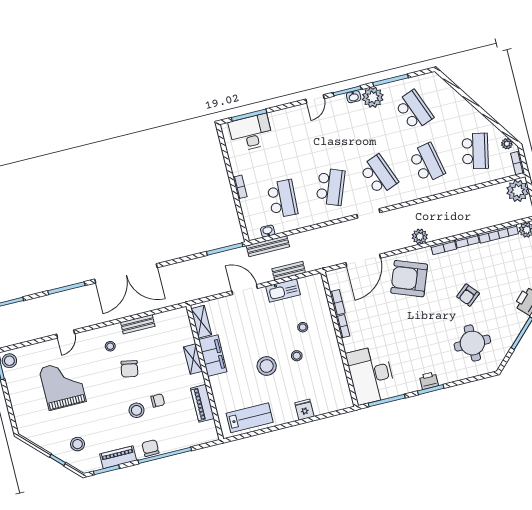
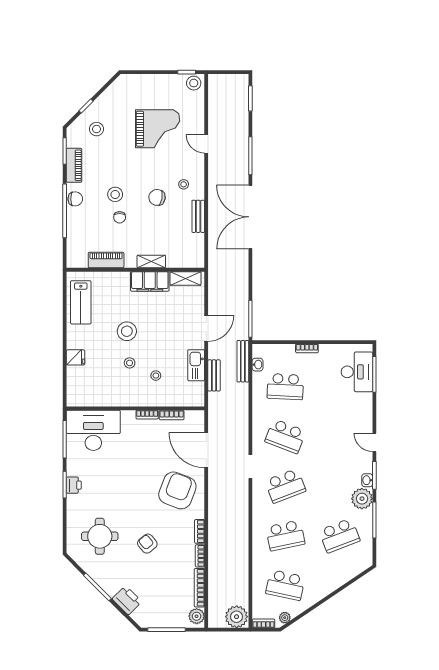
plant: (420, 236) -> (216, 511), removed

